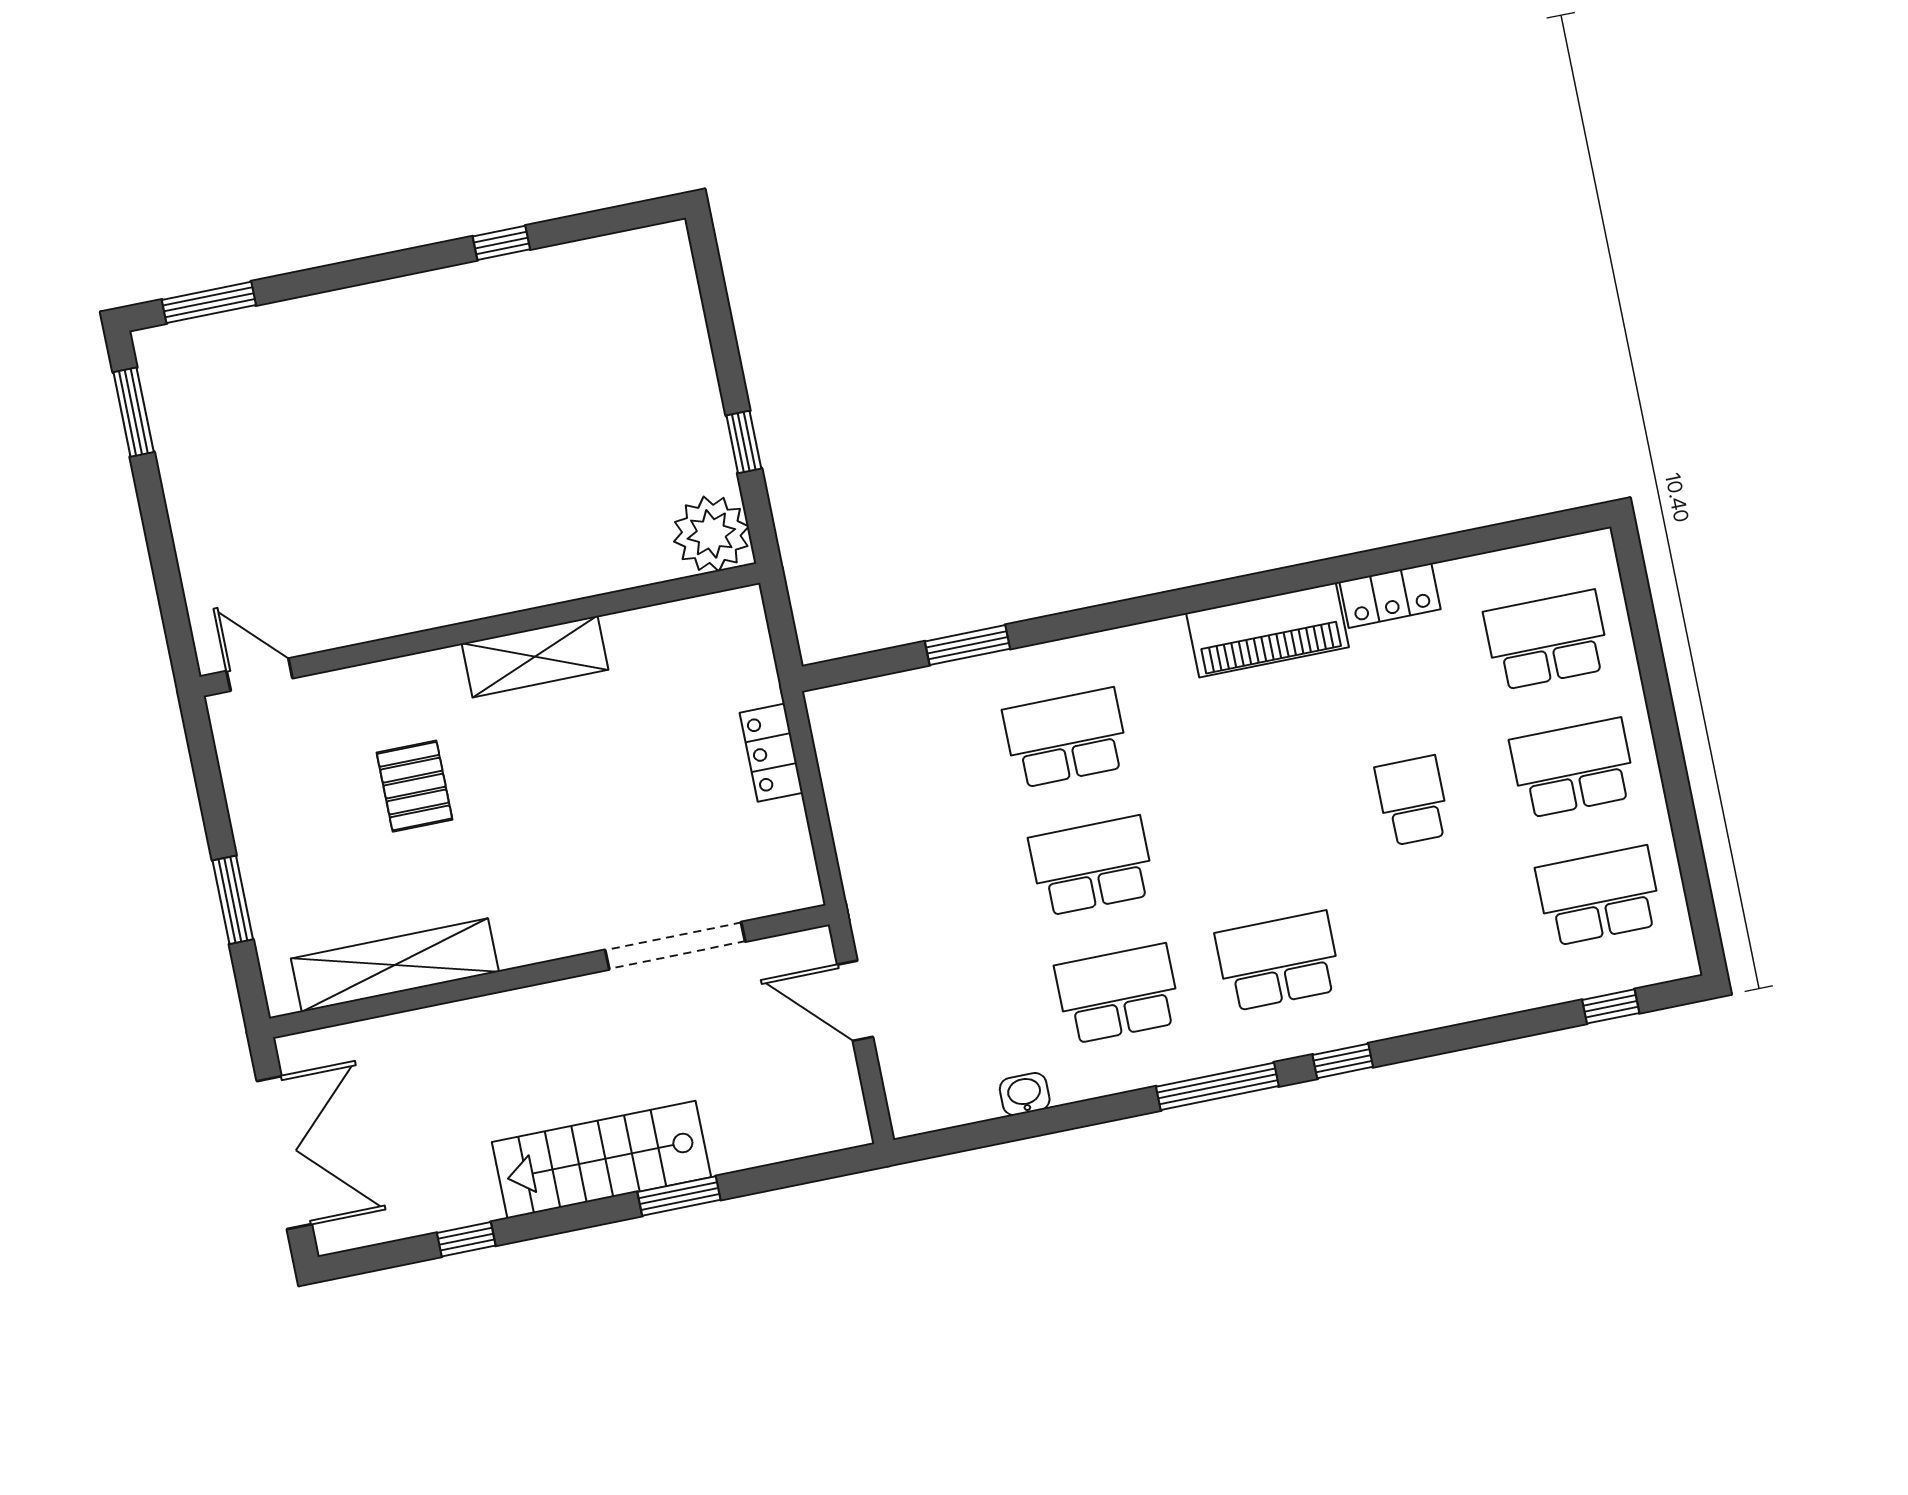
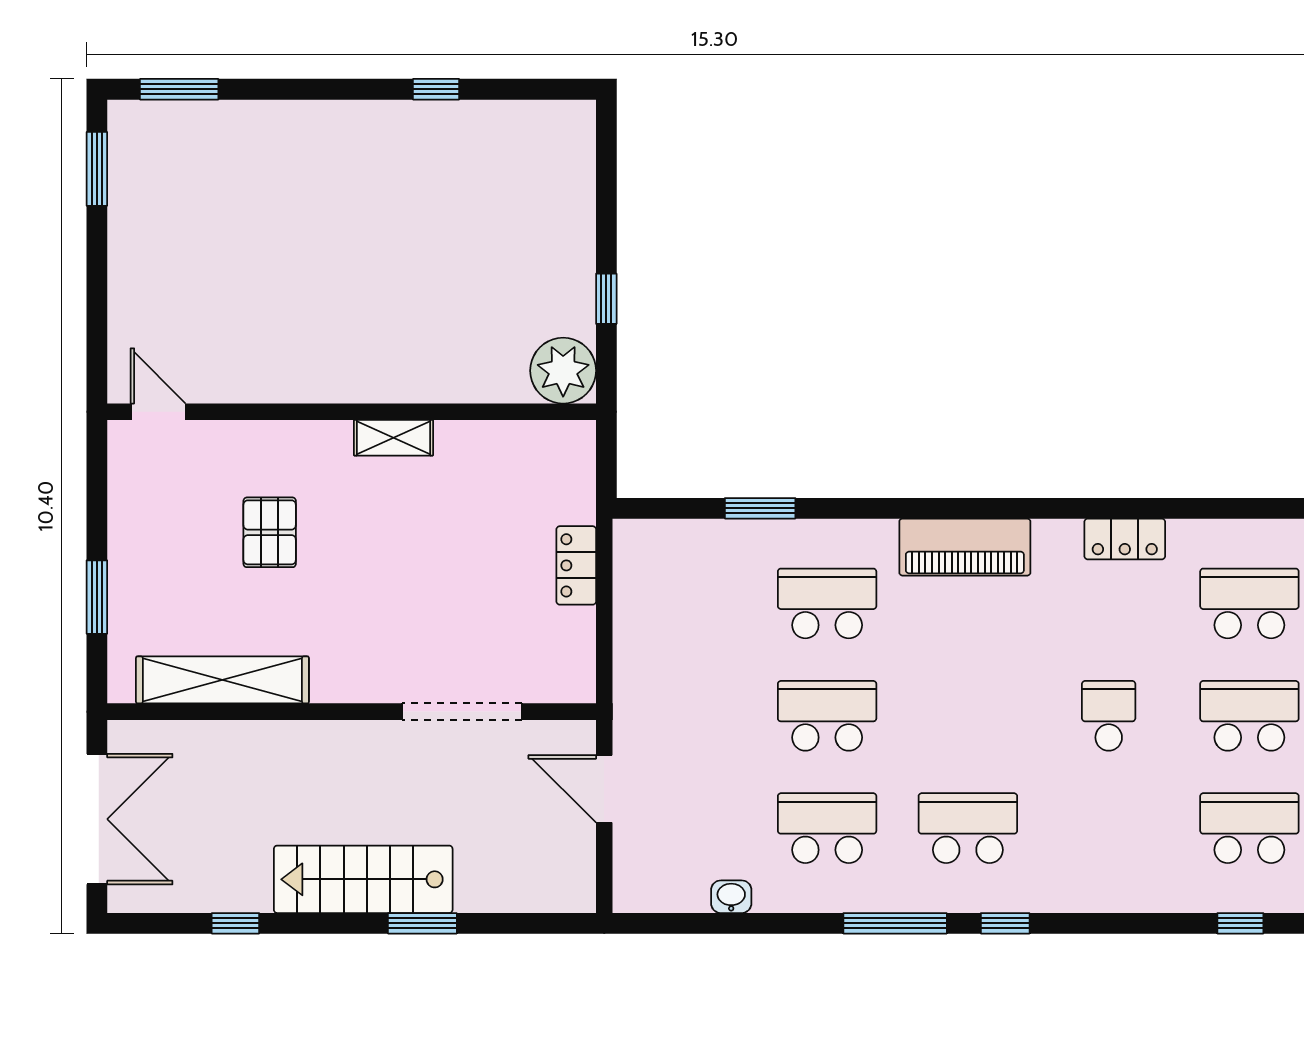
piano: (1268, 630) -> (965, 547), moved
shelving: (535, 657) -> (393, 438), width x0.67, depth x0.75

